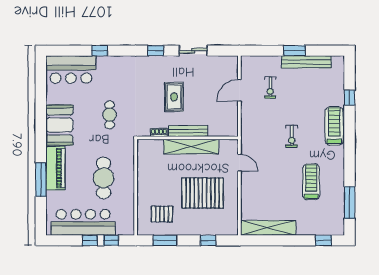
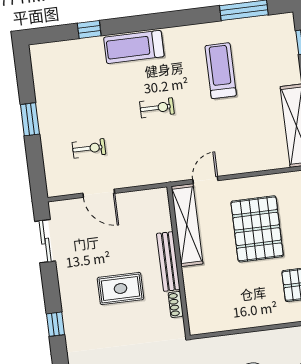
sliding door: (193, 51) -> (45, 241), moved
bench: (306, 62) -> (44, 100), removed
shelving: (191, 147) -> (187, 225), moved
treadmill: (311, 182) -> (221, 71), turned 90

